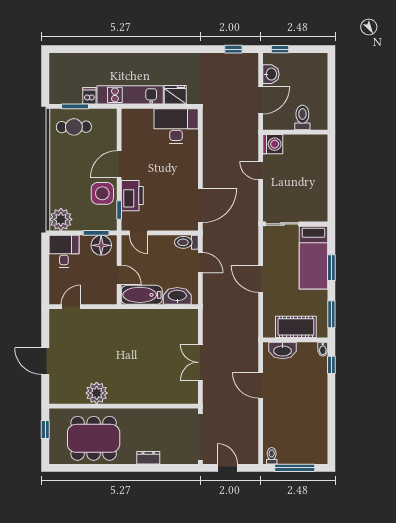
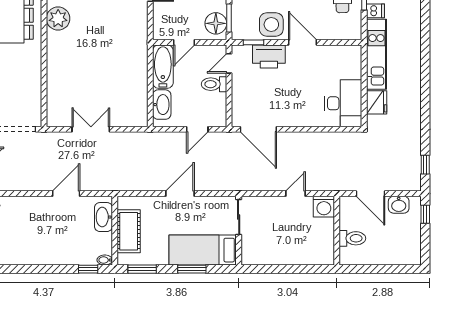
toilet: (186, 242) -> (214, 84), moved, turned -90

